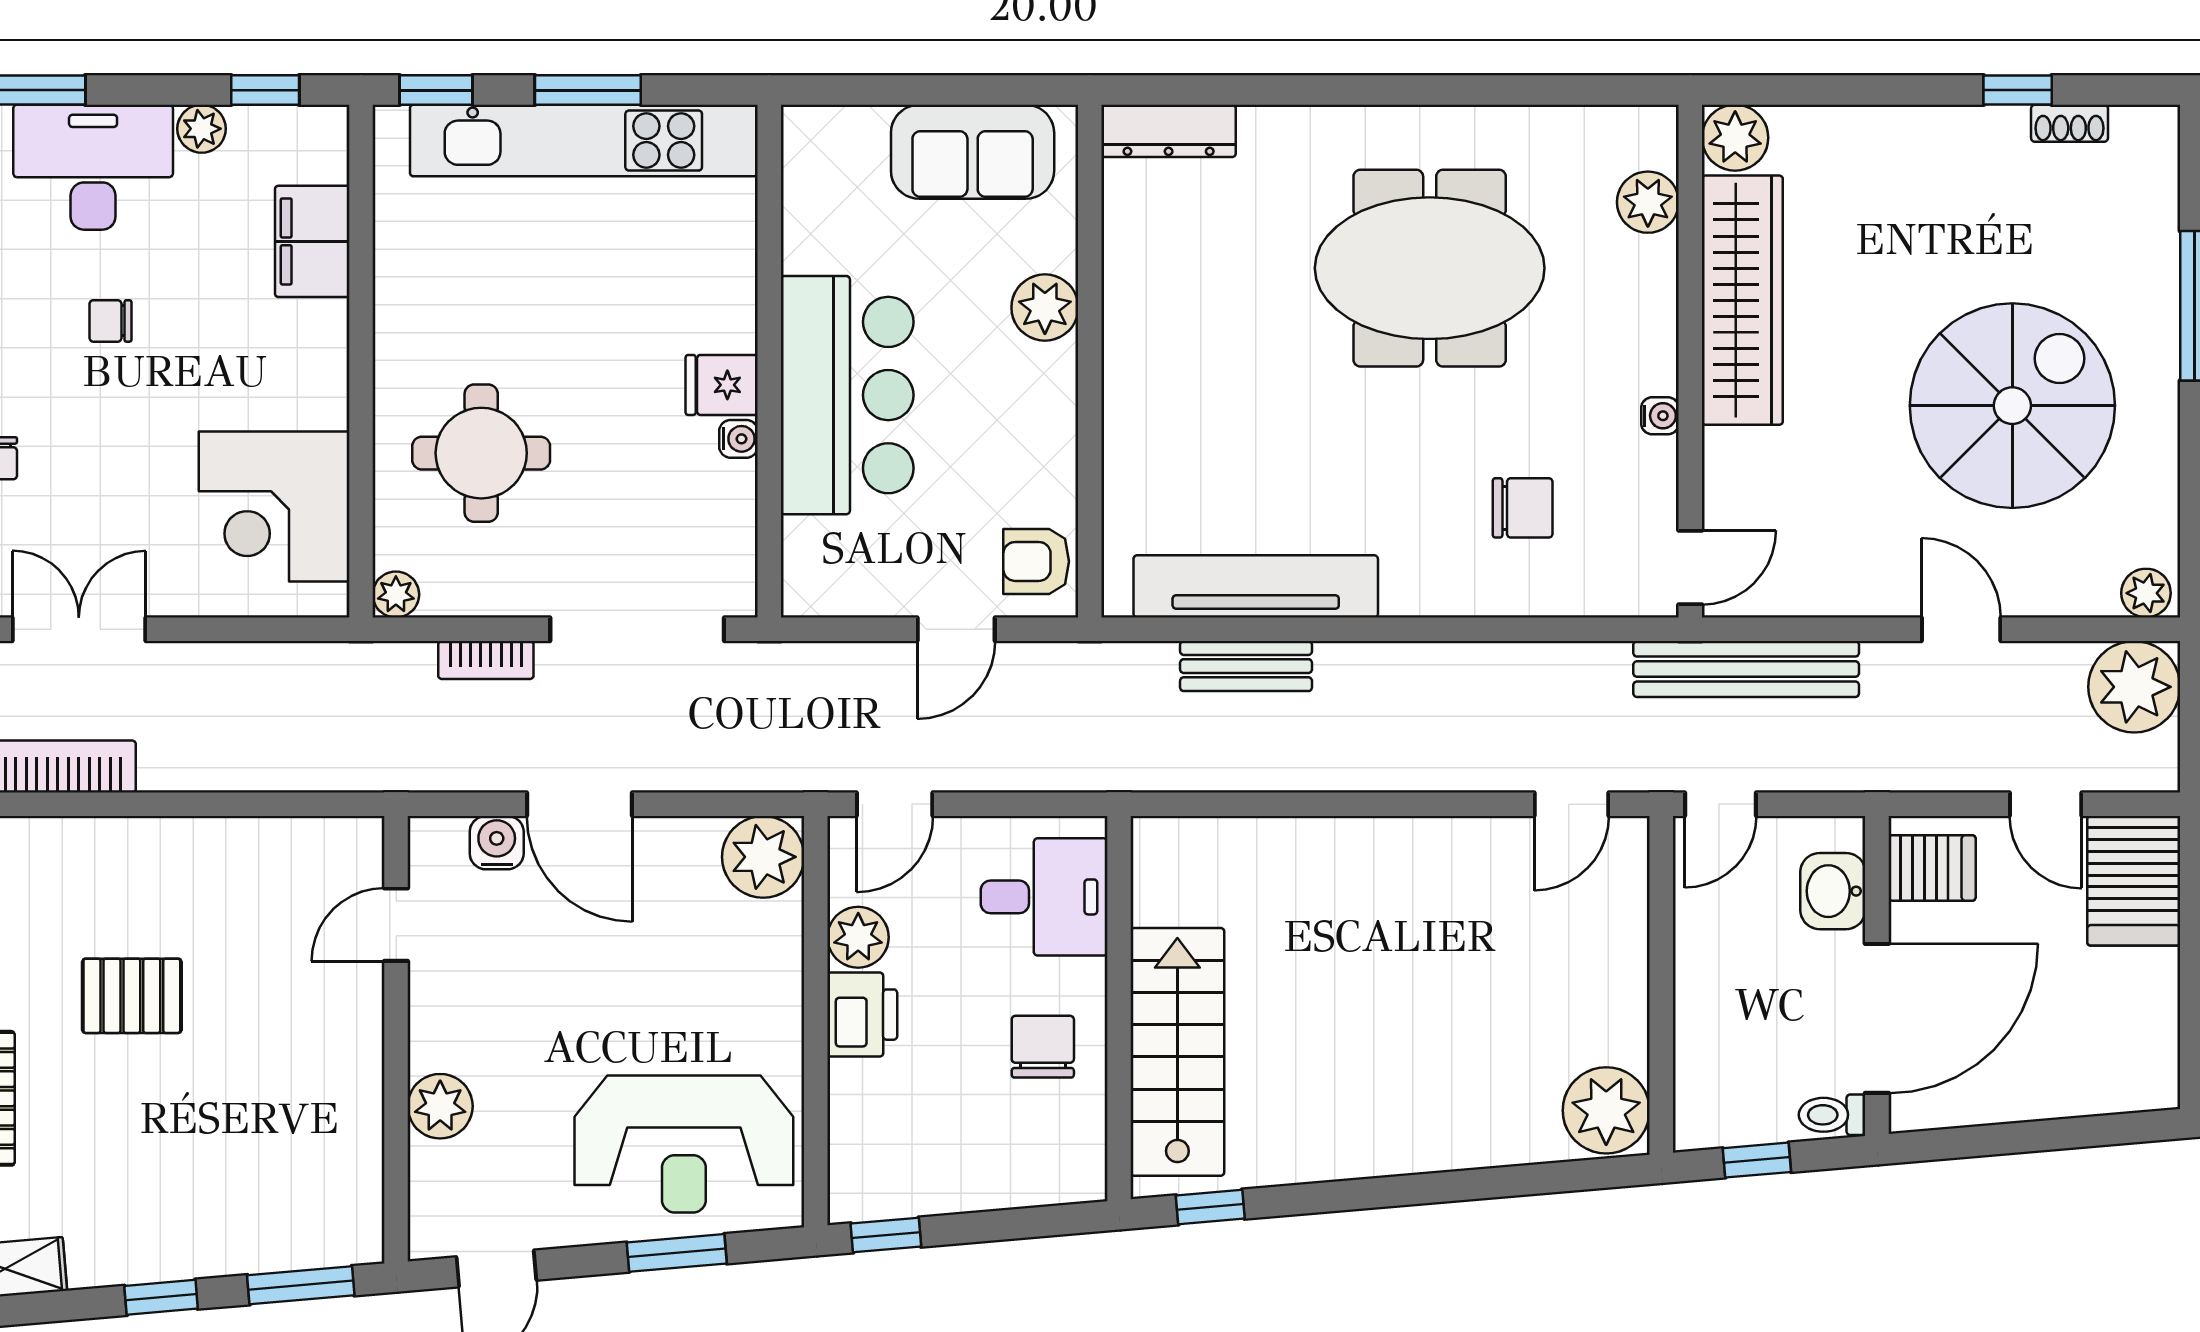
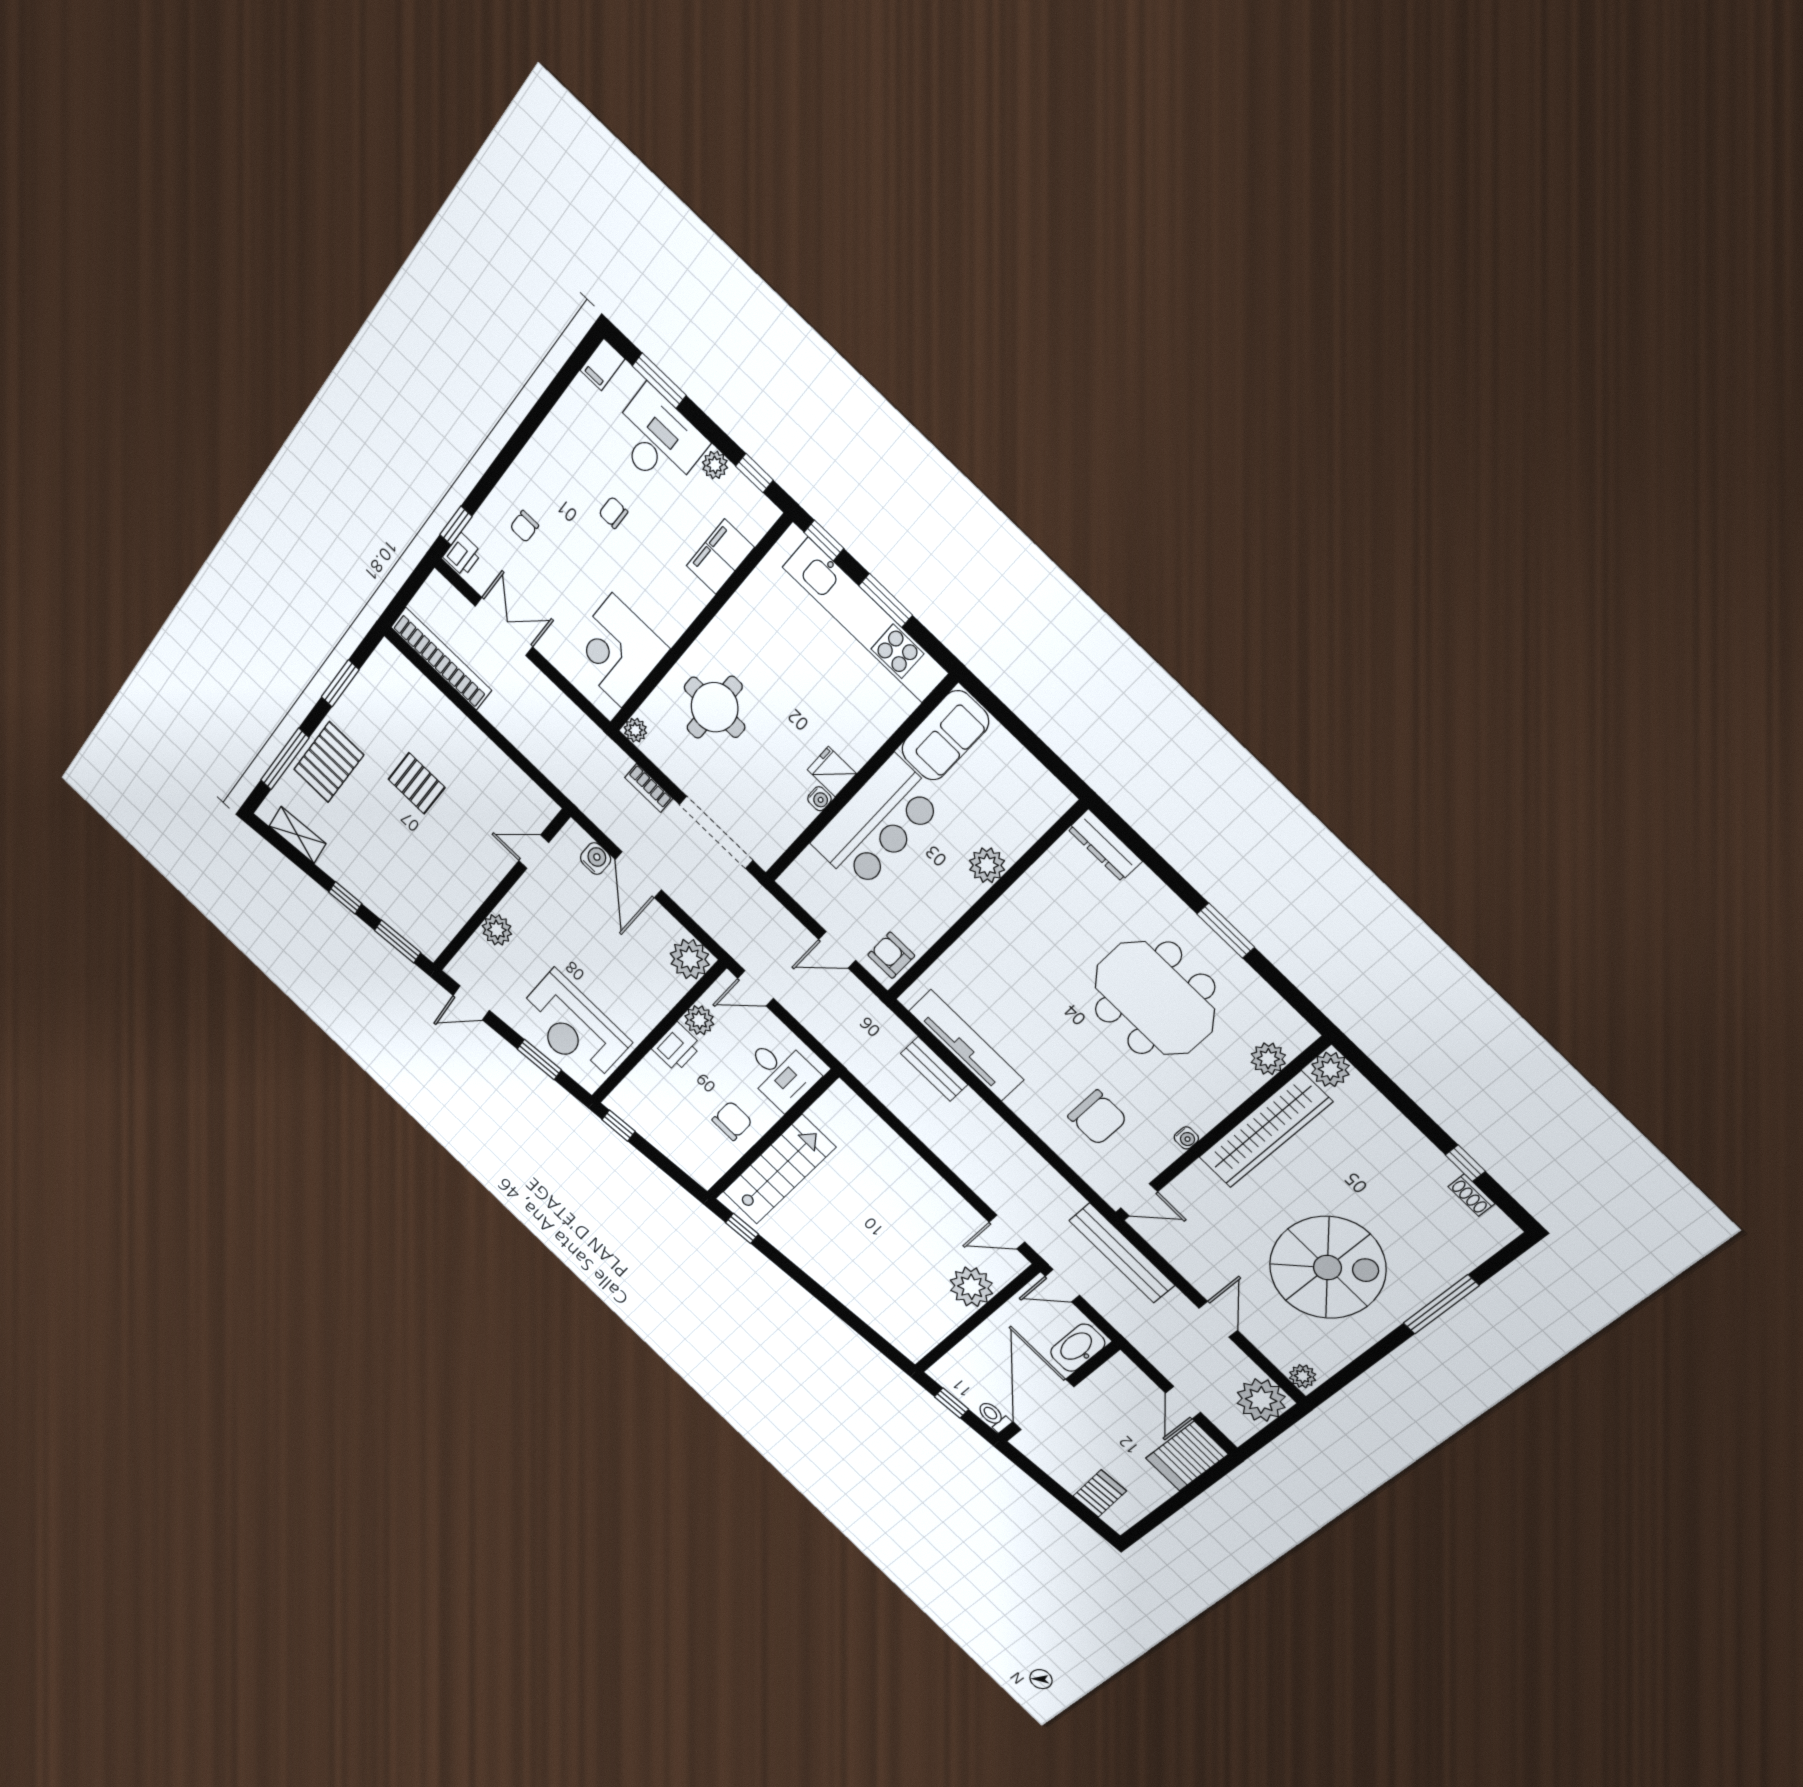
window: (1426, 90) -> (1226, 931), added
sofa: (973, 152) -> (945, 735), moved, turned -90
chair: (1523, 508) -> (1098, 1118), width x1.37, depth x1.37
server rack: (1932, 868) -> (1100, 1493), moved, turned -95
washbasin: (1833, 891) -> (1078, 1348), width x1.38
door: (1877, 1018) -> (1043, 1405), swing flipped
plant: (1606, 1110) -> (971, 1287), moved

